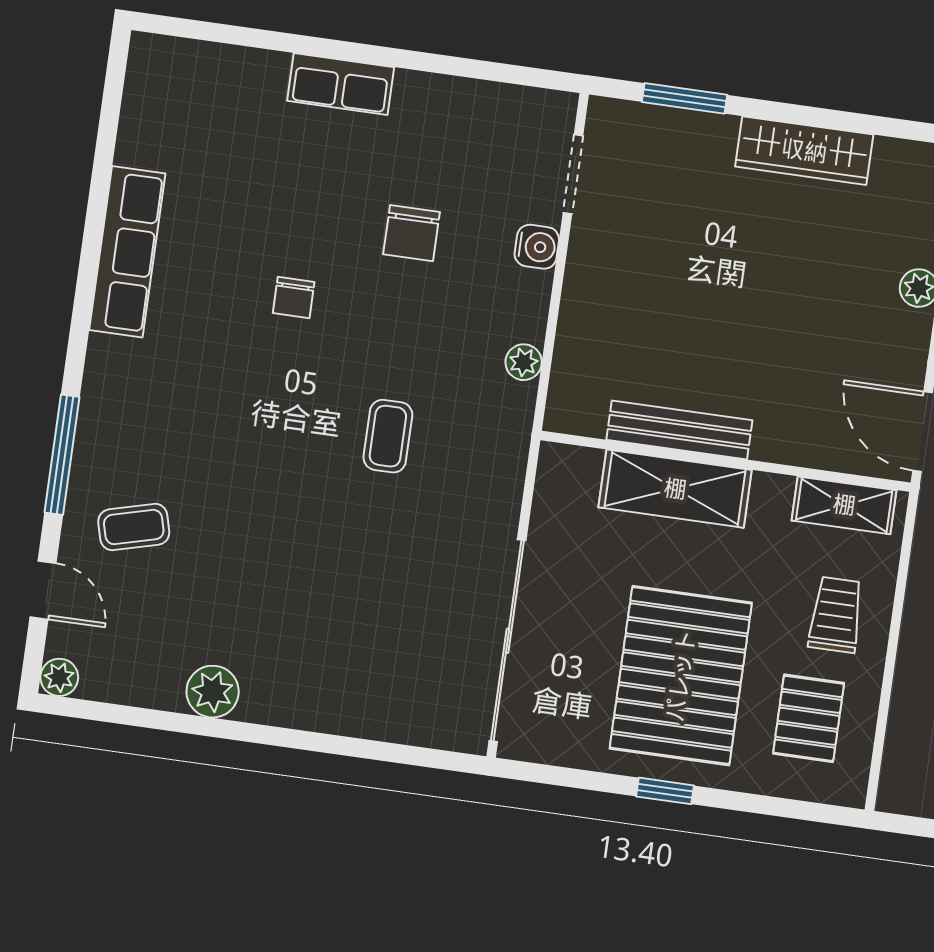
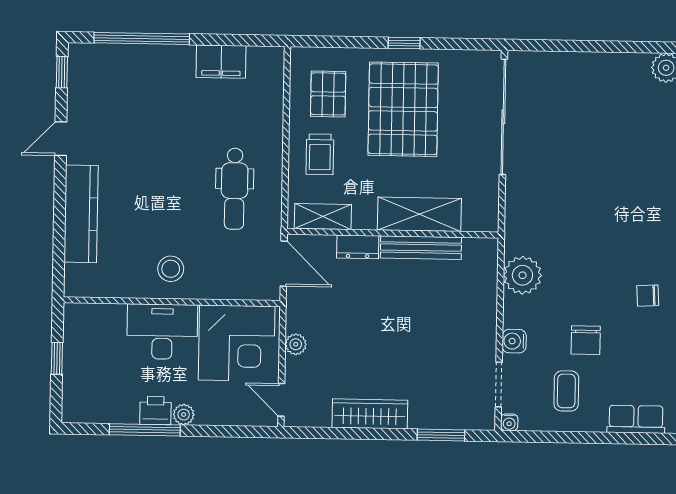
water cooler: (563, 106) -> (509, 422), added
chair: (412, 233) -> (586, 340), turned 180
chair: (294, 298) -> (648, 296), turned -93
plant: (524, 362) -> (522, 275), width x1.87, depth x1.87
coffee table: (388, 436) -> (566, 391), moved
dresser: (790, 445) -> (358, 247), added

